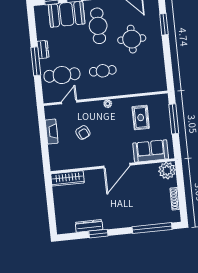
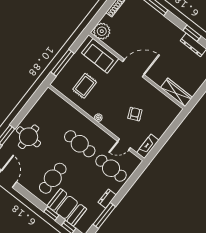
round table: (132, 39) -> (29, 137), moved
window: (36, 61) -> (104, 215), moved
cafe table: (103, 71) -> (80, 144), width x1.37, depth x1.35
fireplace: (52, 132) -> (148, 146), moved

